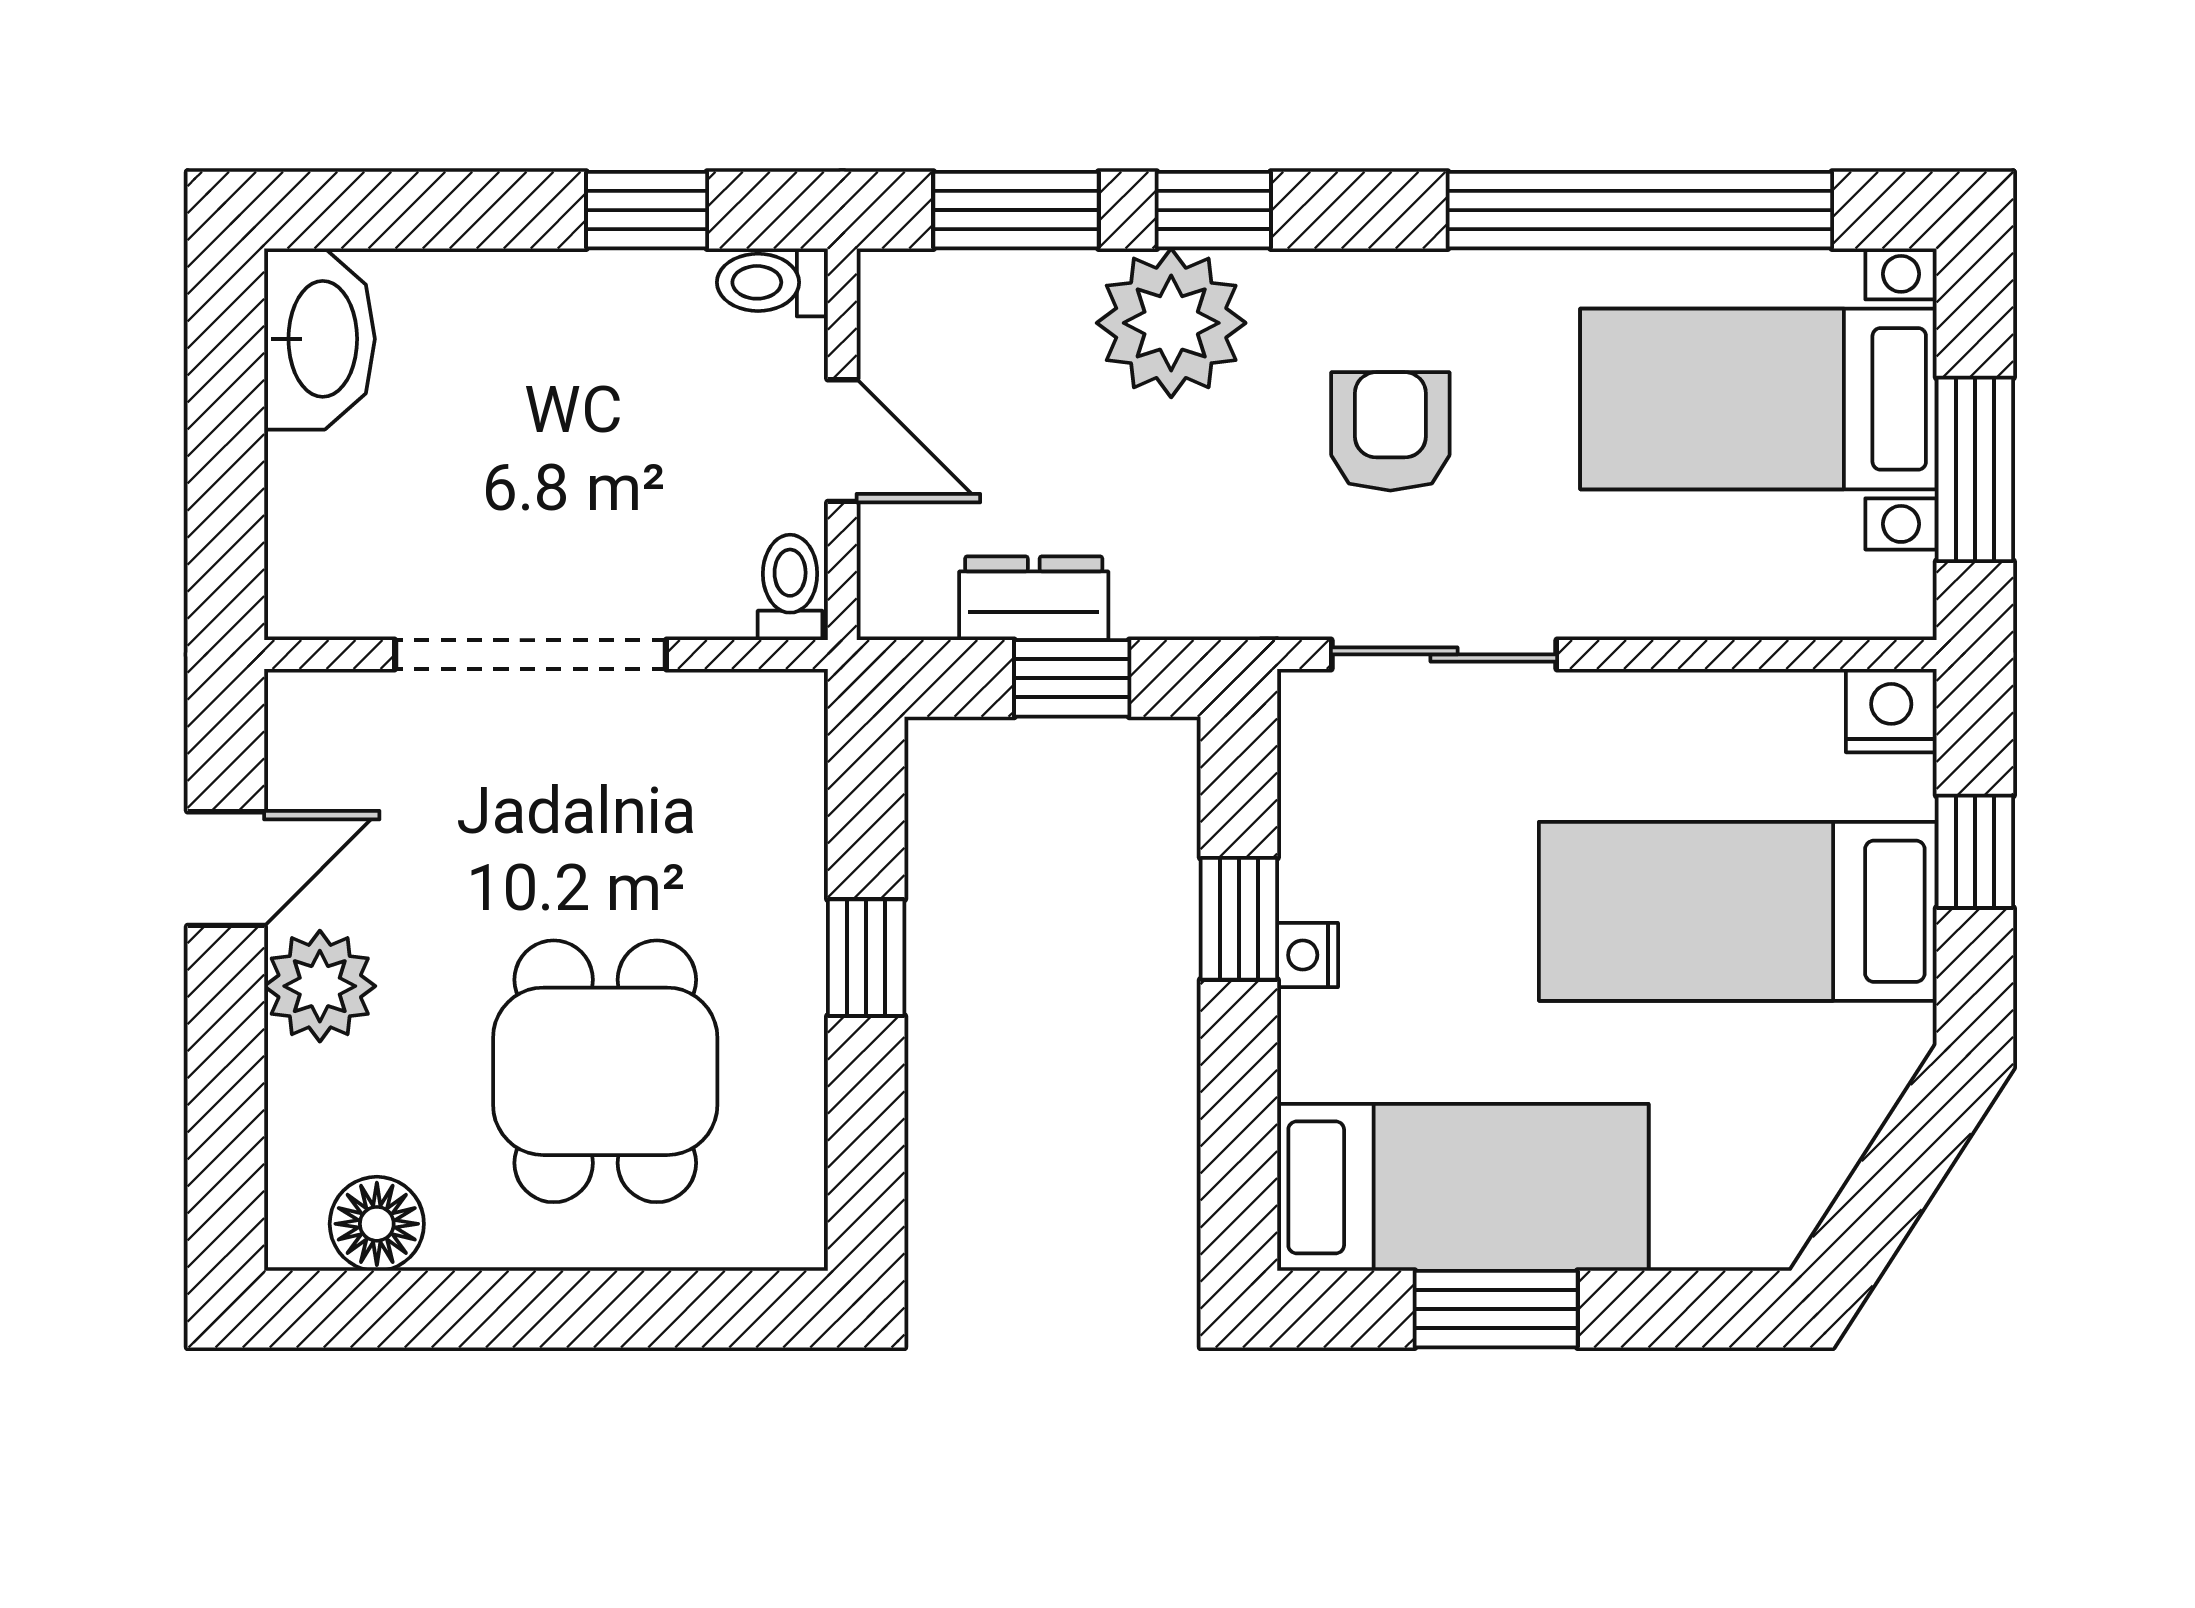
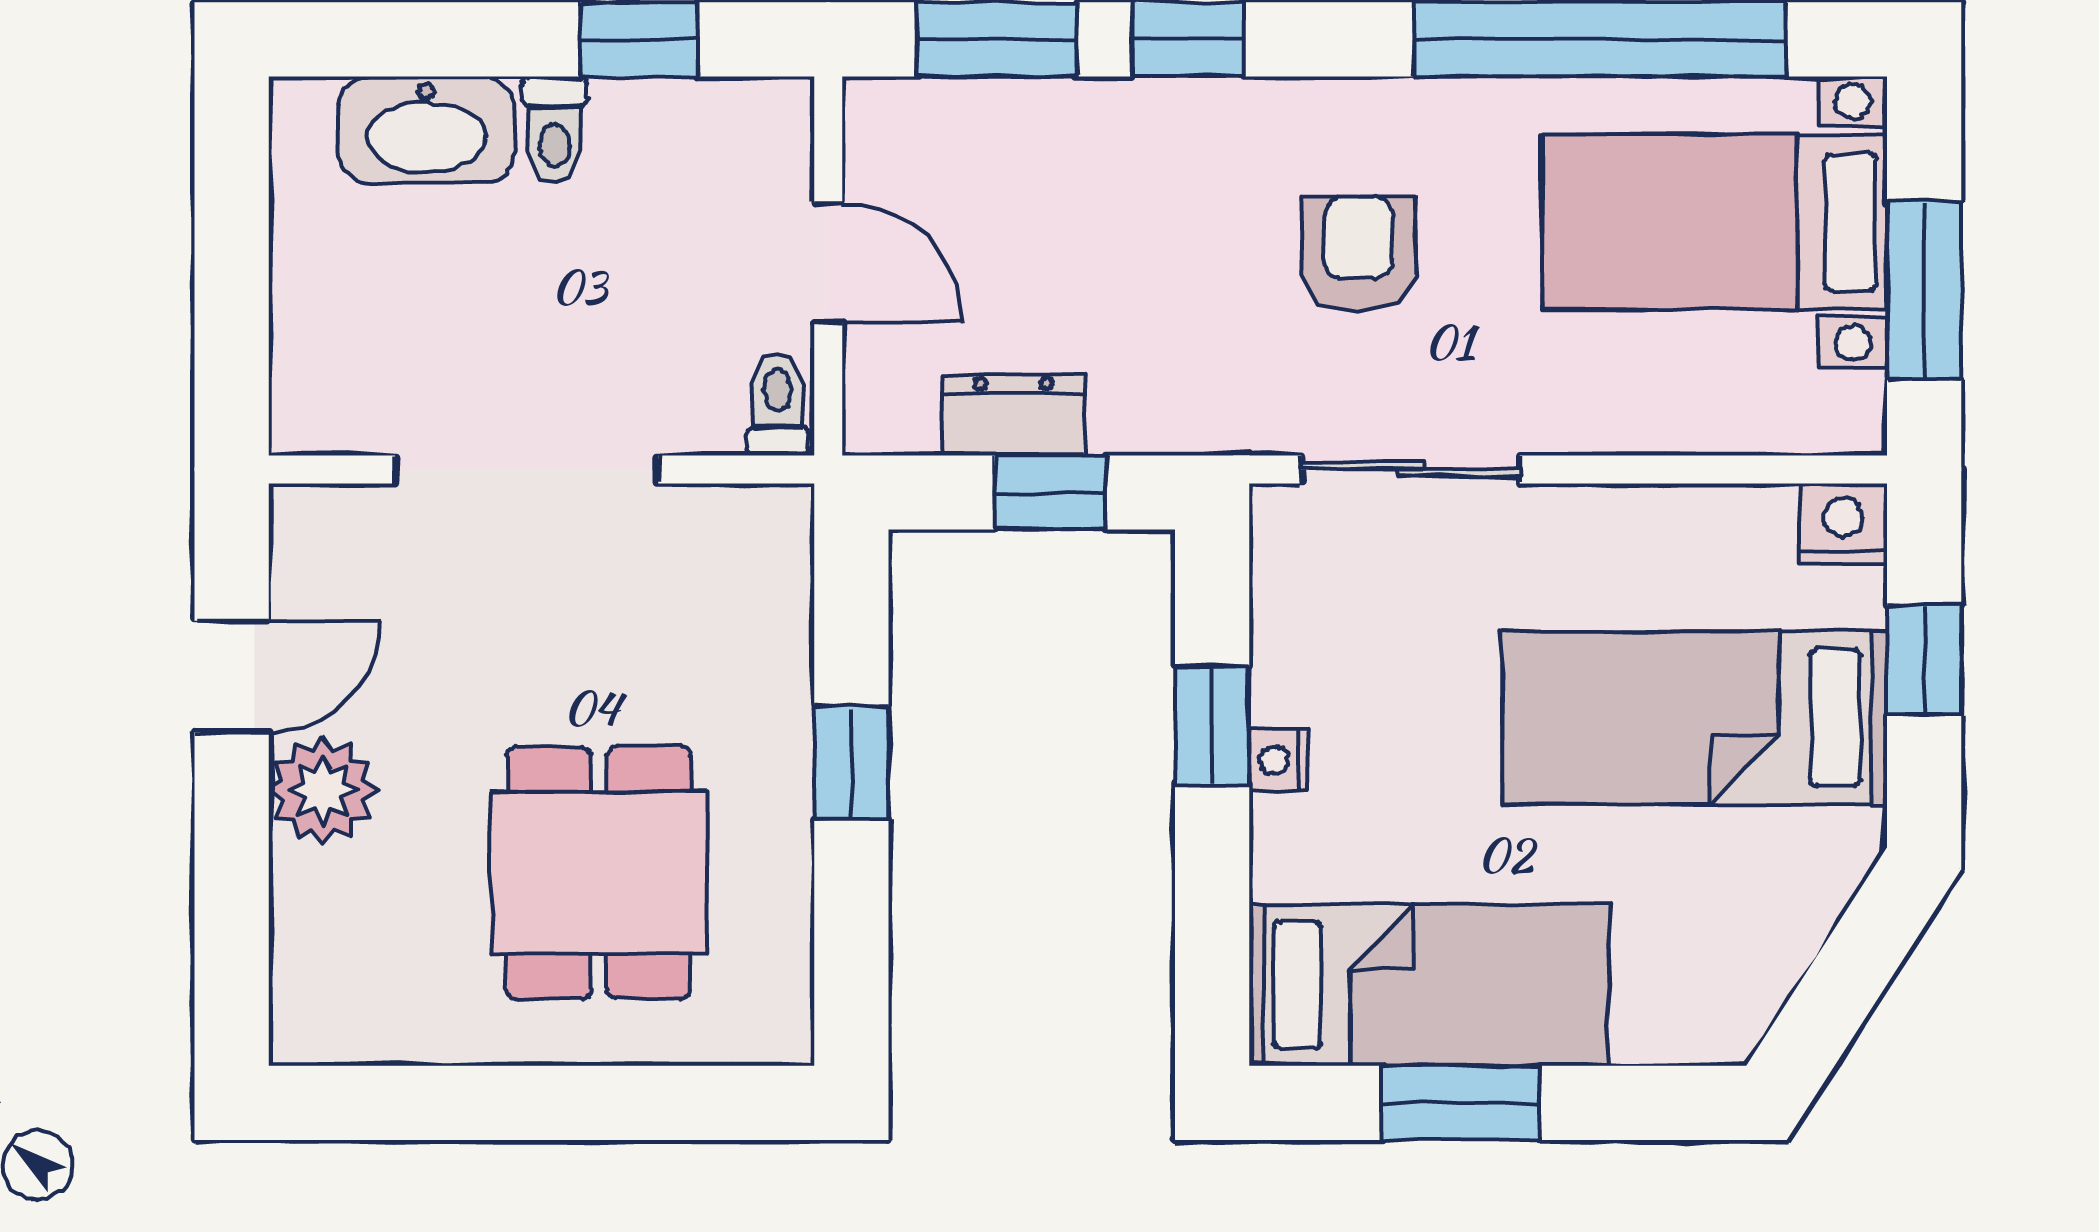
toilet: (772, 282) -> (554, 130), moved, turned -90
plant: (1171, 323) -> (1147, 149), removed
washbasin: (319, 339) -> (426, 130), moved, turned 90
floor lamp: (377, 1224) -> (378, 1020), removed

